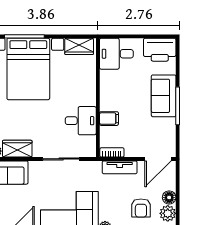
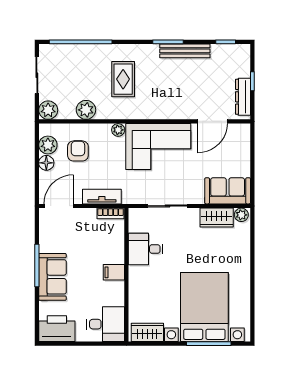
filing cabinet: (109, 119) -> (114, 272), moved

